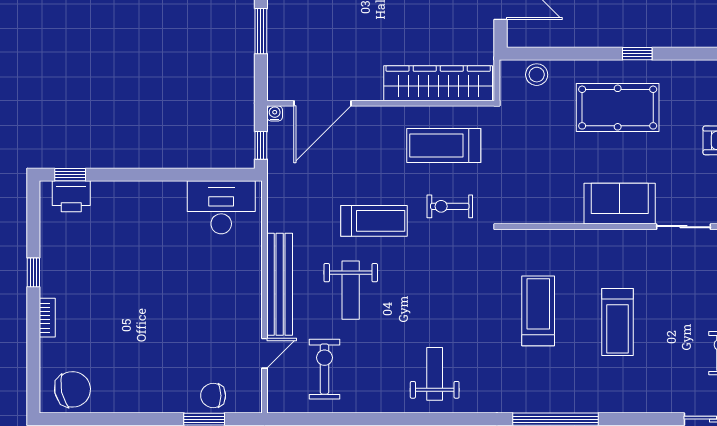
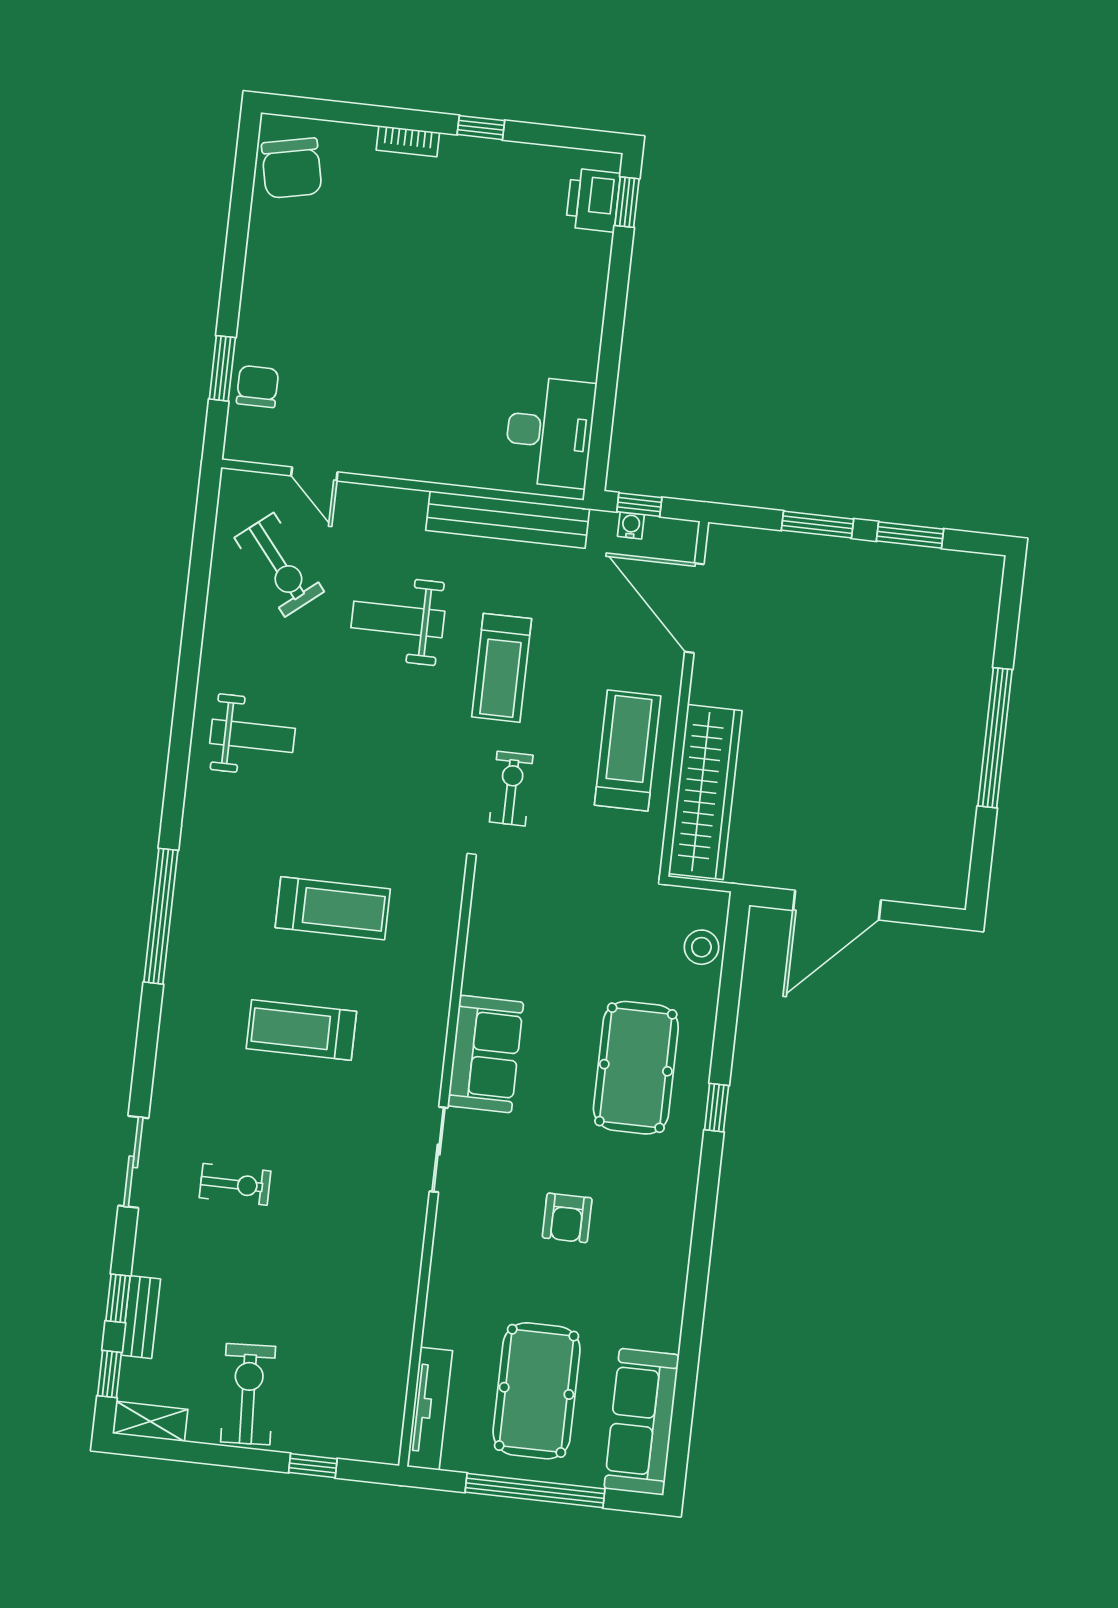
water cooler: (275, 113) -> (631, 526), moved, turned -90
treadmill: (444, 145) -> (628, 750), moved
bench: (280, 284) -> (508, 520), moved
exercise bike: (324, 369) -> (279, 565), turned 51

